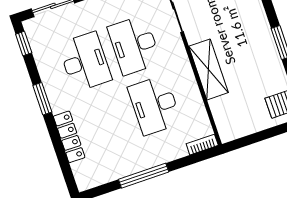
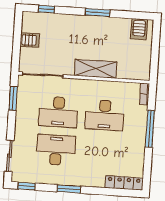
locker: (69, 137) -> (124, 183), moved
window: (144, 176) -> (150, 129), moved

